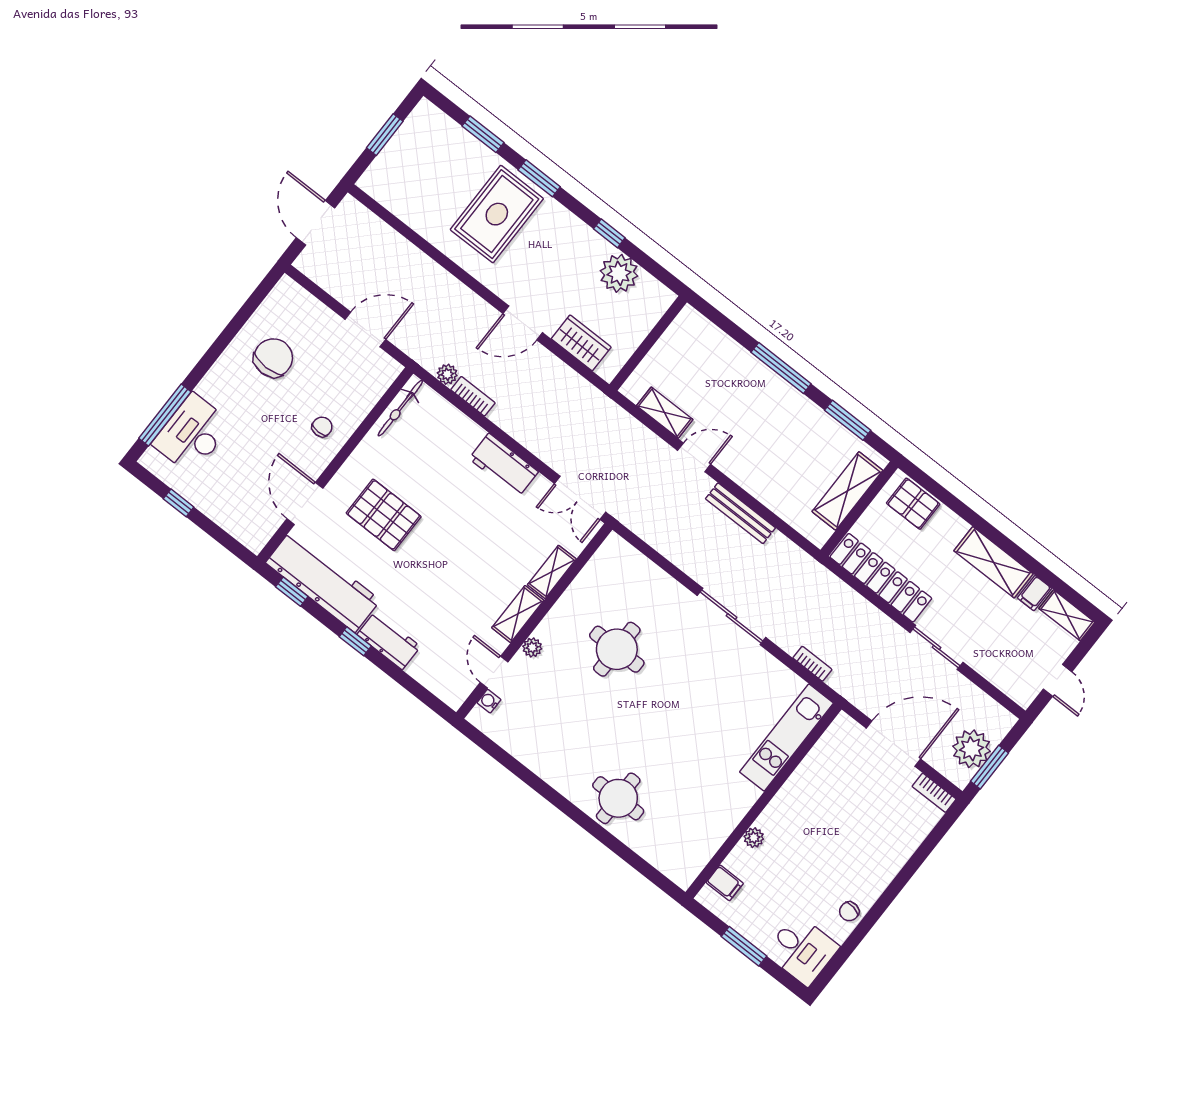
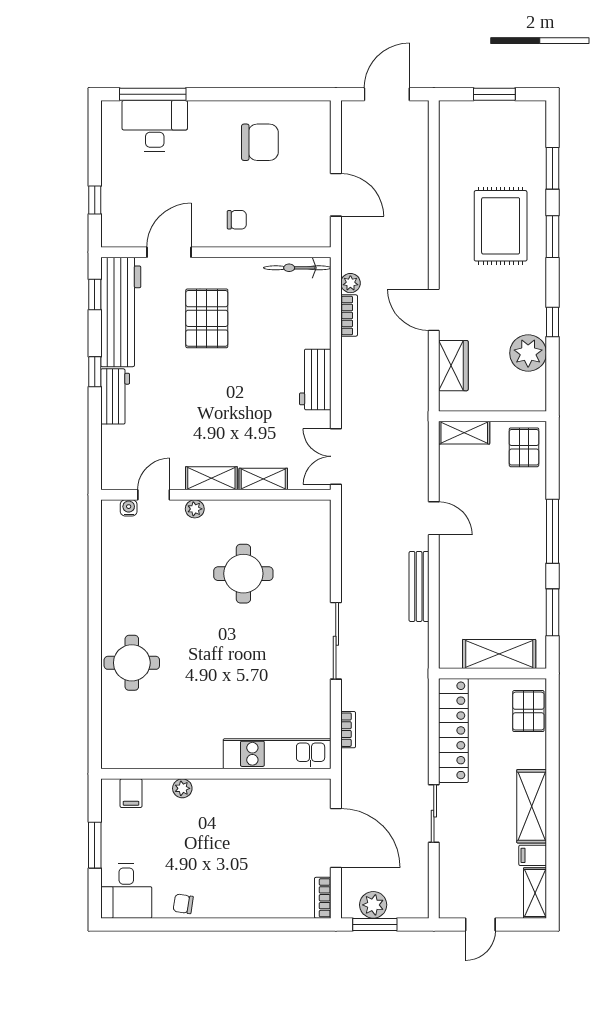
rug: (497, 214) -> (501, 226), turned 90
pallet: (694, 337) -> (524, 447), added
shelving: (665, 413) -> (464, 433), moved, turned 90
window: (179, 503) -> (95, 200), moved
plant: (972, 749) -> (373, 905), width x0.73, depth x0.73

